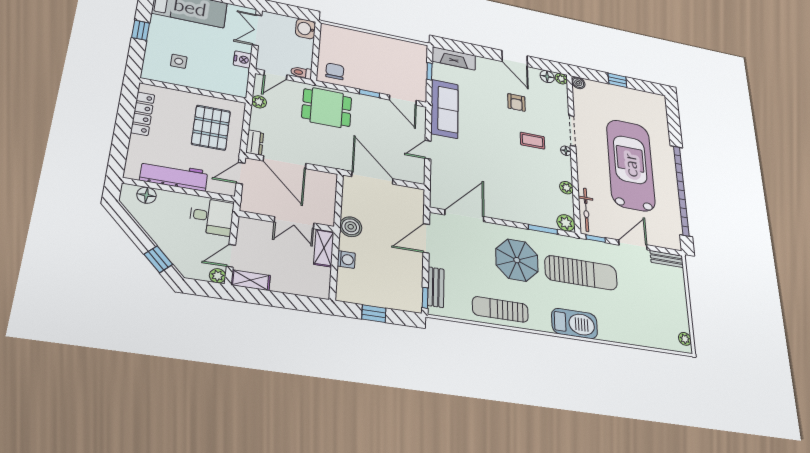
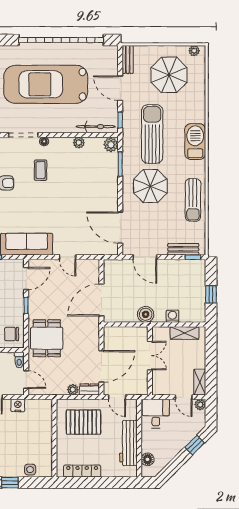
side table: (179, 61) -> (30, 470), moved
plant: (259, 102) -> (73, 390), moved
shelving: (324, 248) -> (185, 333), moved
parasol: (653, 304) -> (169, 75), added

